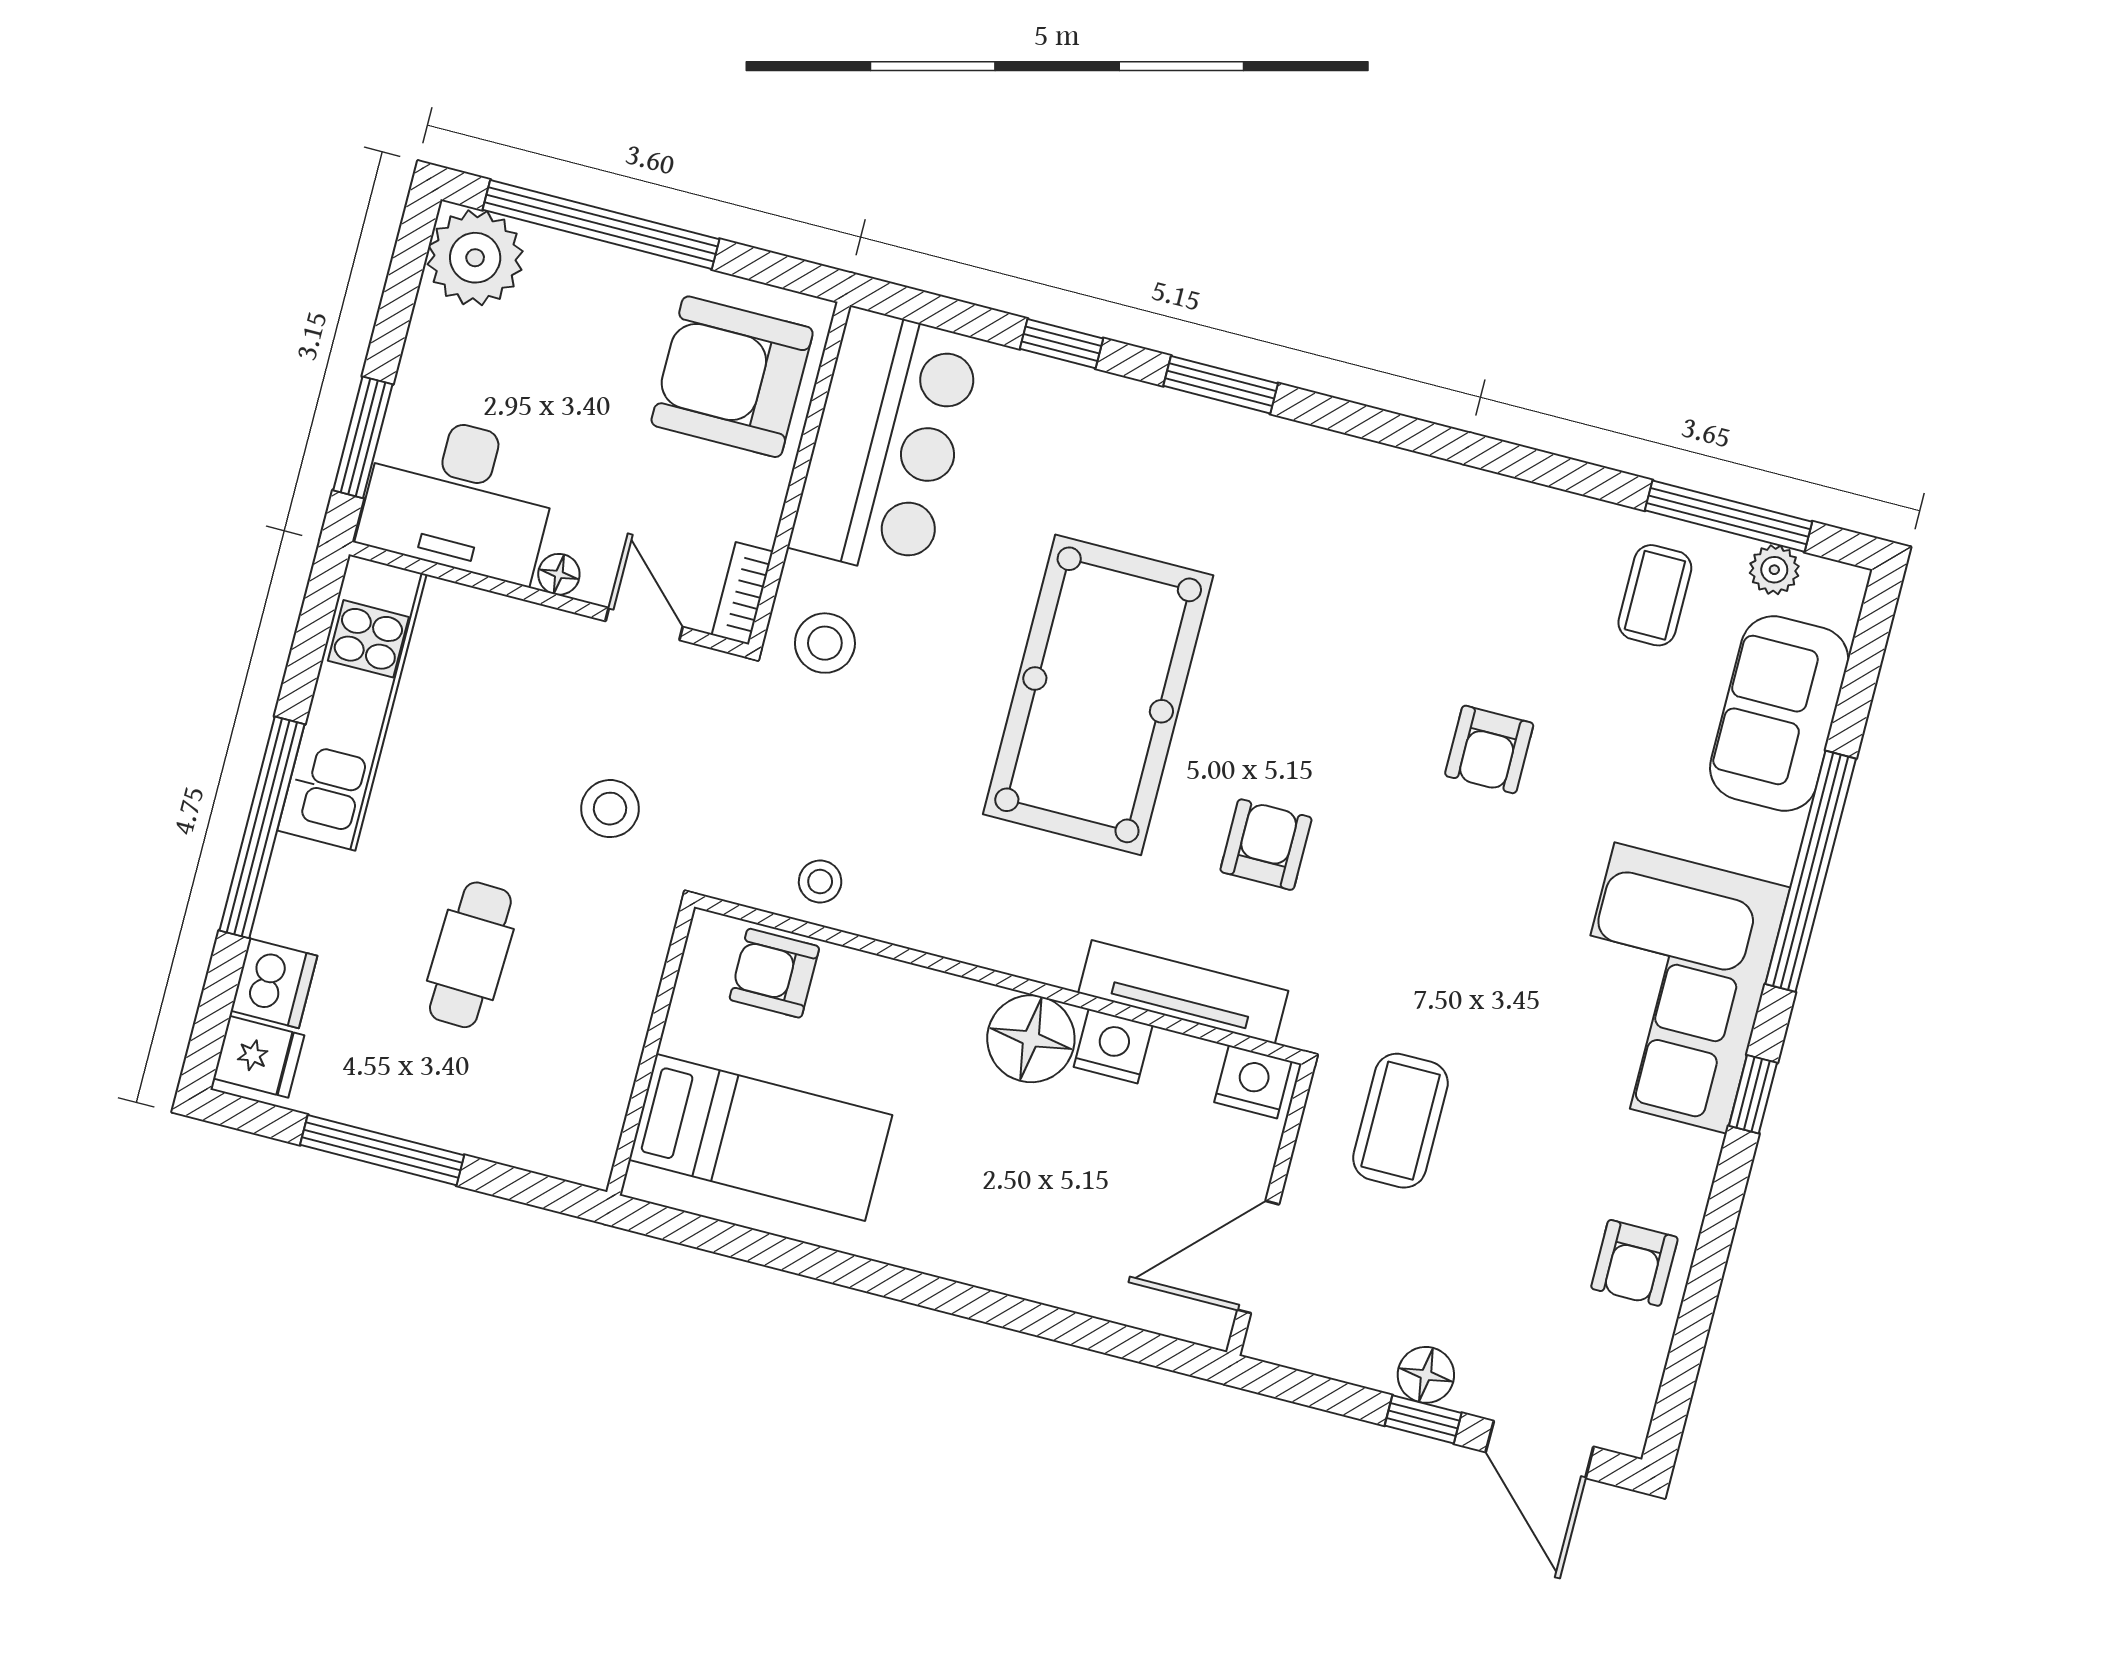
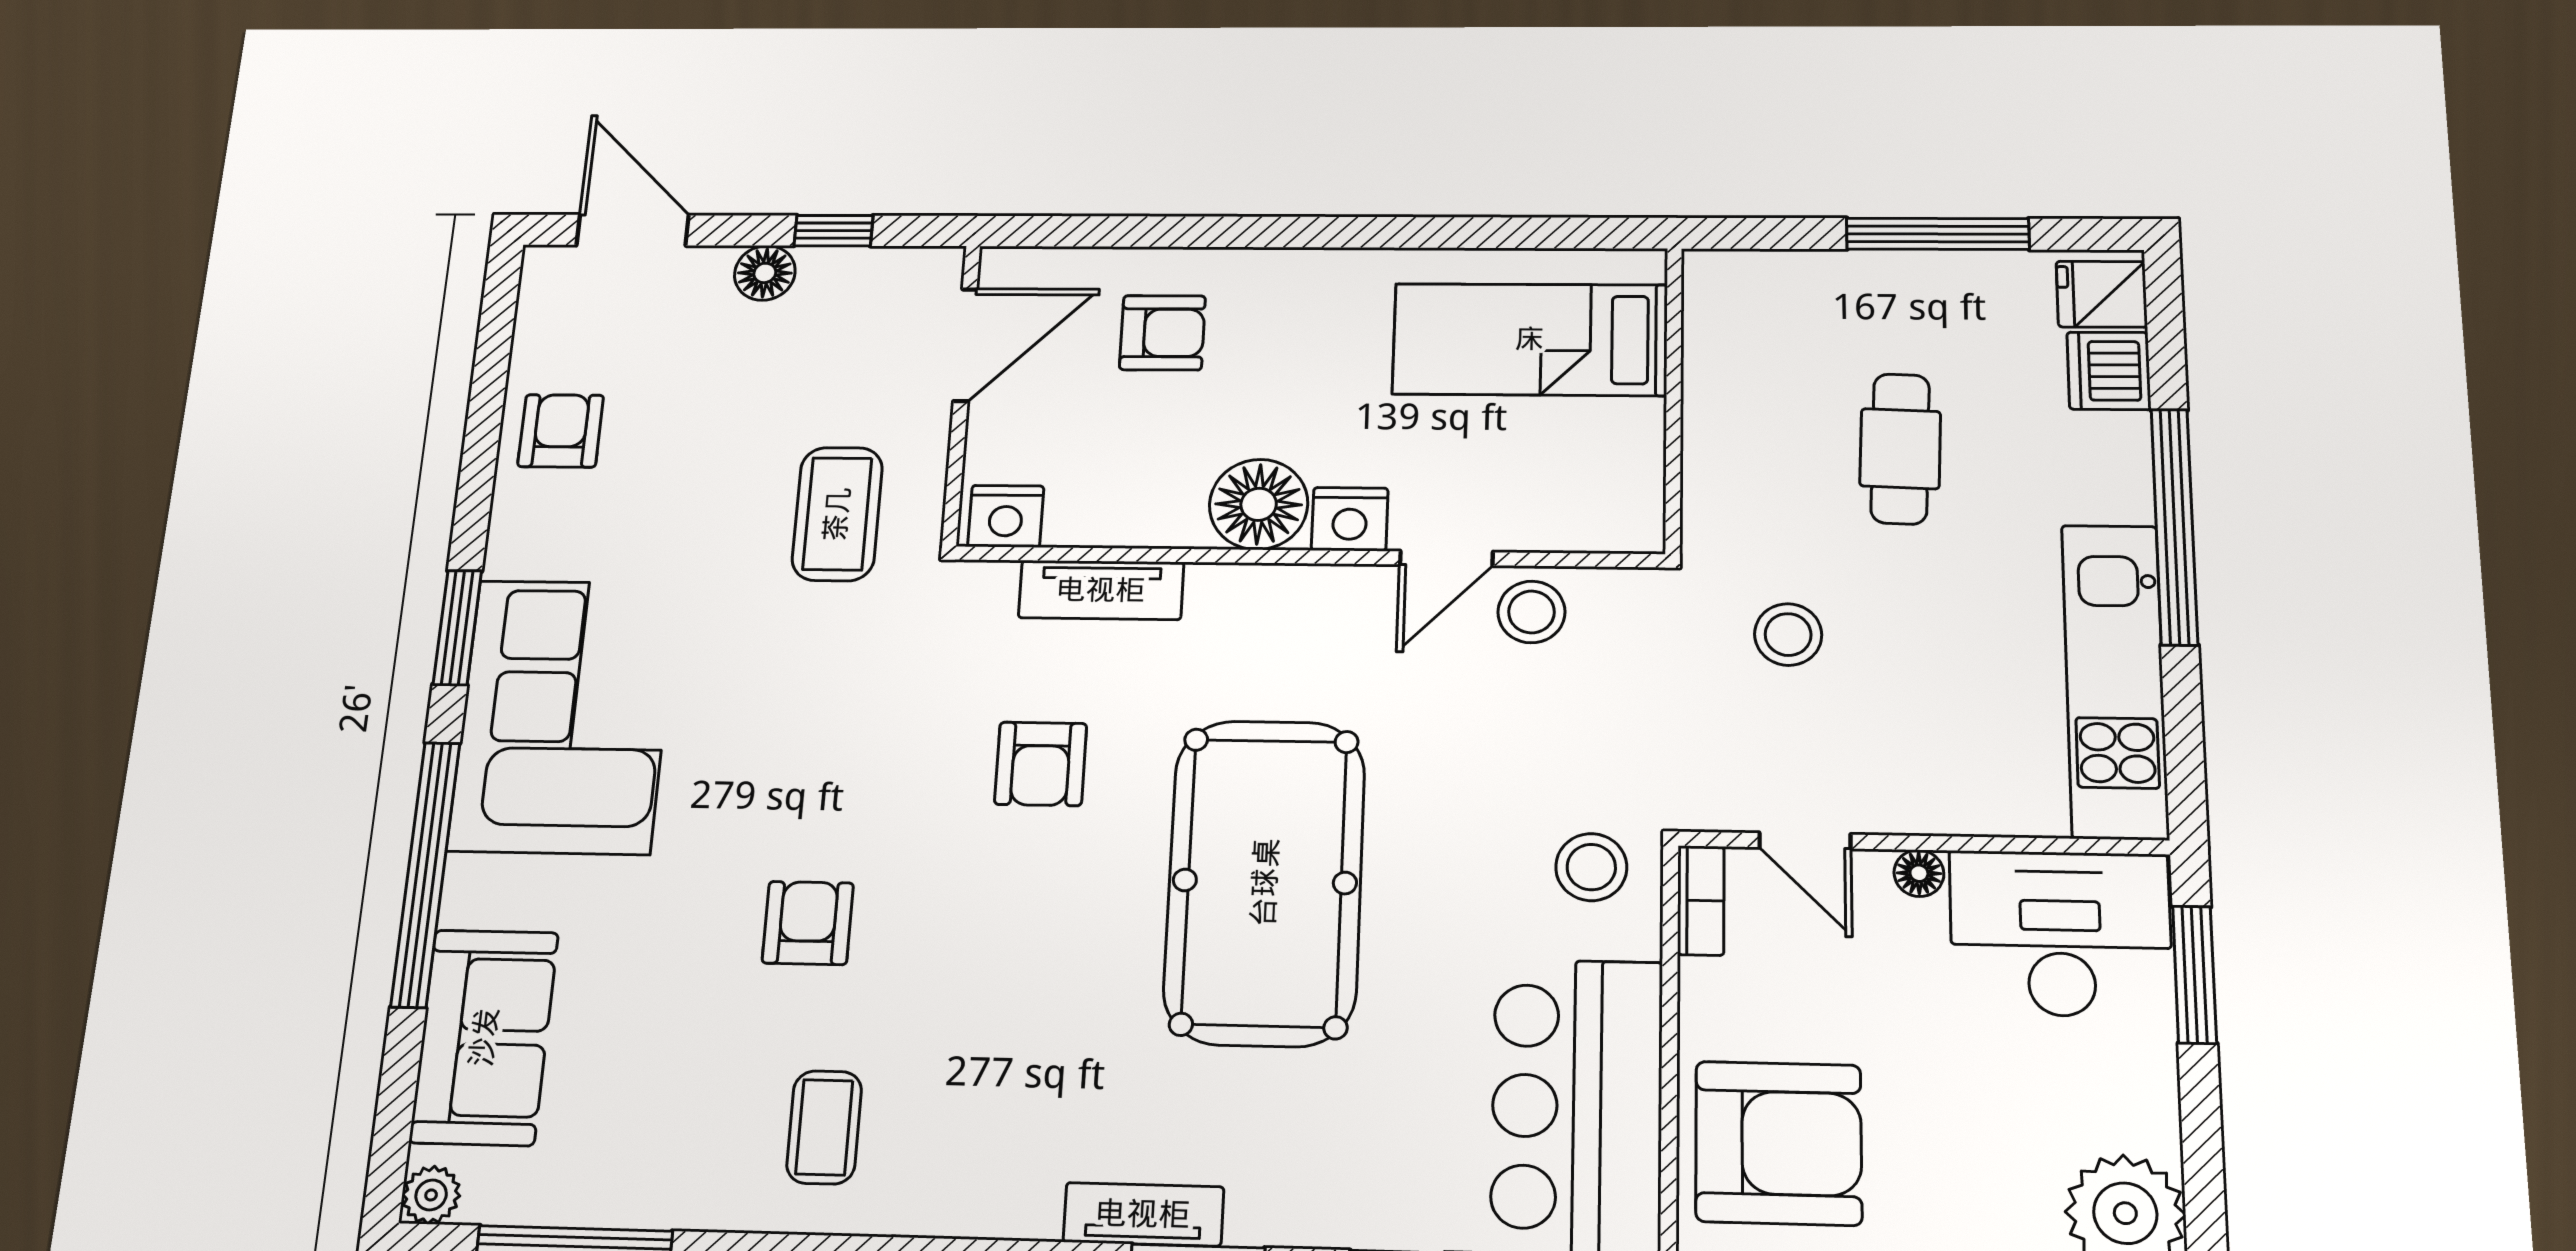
tv unit: (1256, 436) -> (1143, 1214), added
plant: (1774, 570) -> (431, 1195), moved
coffee table: (1655, 595) -> (824, 1127), moved
stool: (820, 882) -> (1532, 612), width x1.37, depth x1.37
door: (881, 948) -> (1446, 558), added
armchair: (774, 973) -> (1162, 333), moved
tv unit: (1183, 992) -> (1101, 590), width x0.71
nightstand: (1113, 1046) -> (1350, 519), moved
window: (1753, 1094) -> (457, 627), width x1.50
window: (1423, 1419) -> (833, 231), moved

